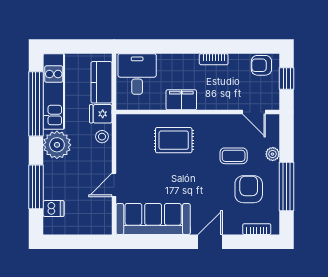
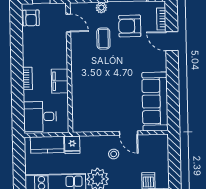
bookcase: (214, 59) -> (28, 78), moved
door: (254, 112) -> (68, 23), hinge flipped
stool: (102, 137) -> (114, 154), moved
rug: (174, 140) -> (92, 86), removed
door: (210, 242) -> (172, 41), moved

